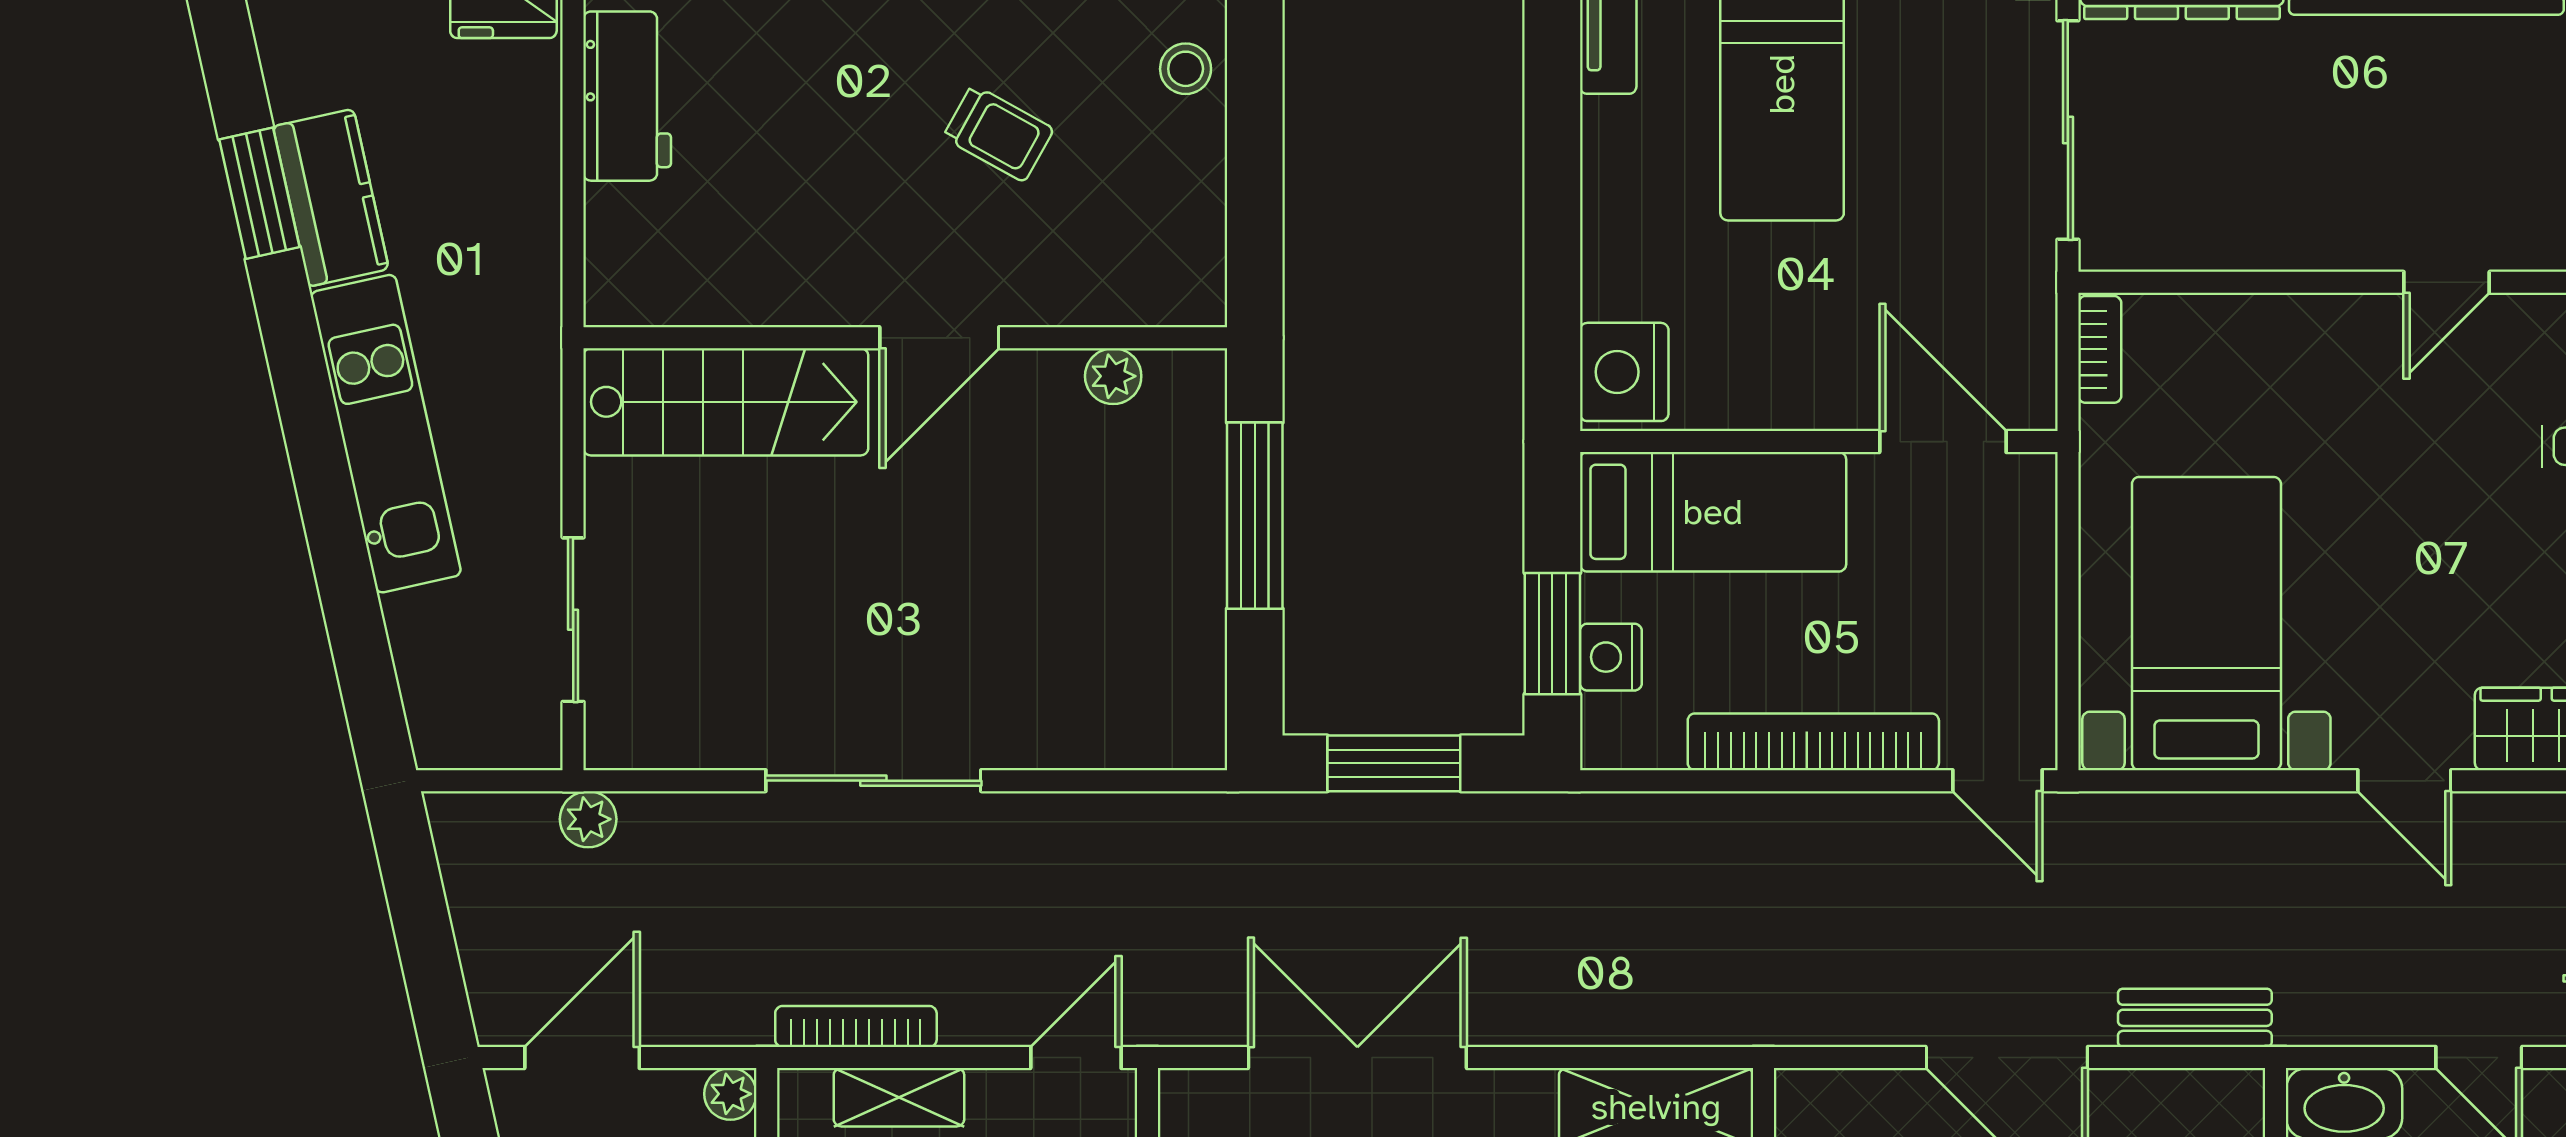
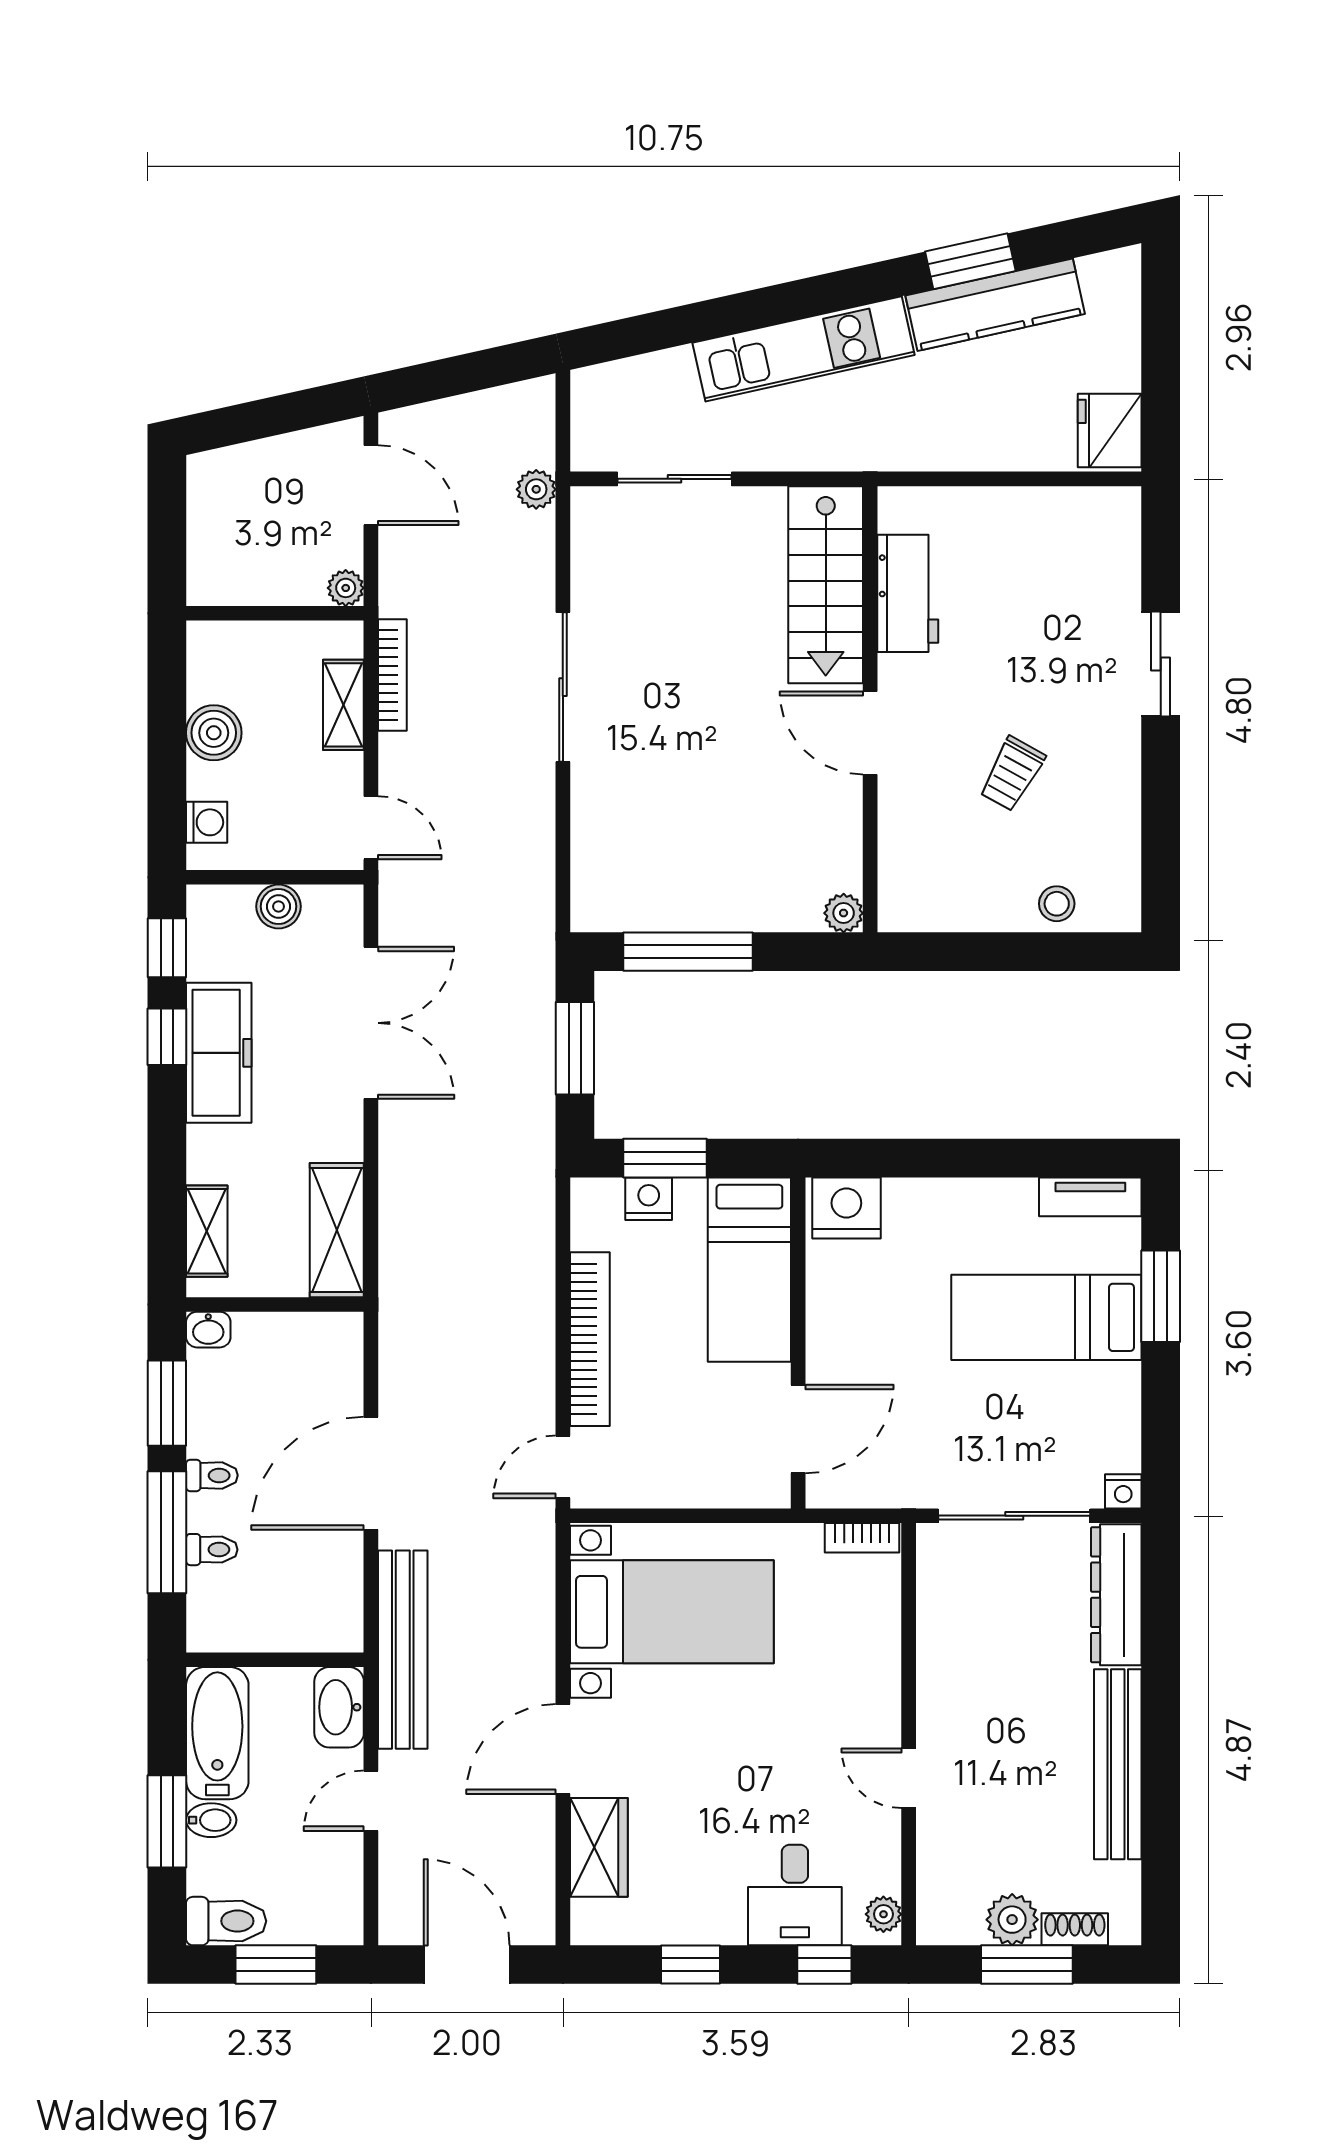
workbench: (627, 96) -> (908, 593), moved, turned -90
kitchen counter: (331, 198) -> (995, 305), width x1.50
plant: (1113, 376) -> (844, 913), moved
window: (1255, 516) -> (688, 952), moved
door: (2404, 781) -> (563, 1749), width x1.38
bench: (2195, 1018) -> (403, 1650), width x1.86, depth x1.21

